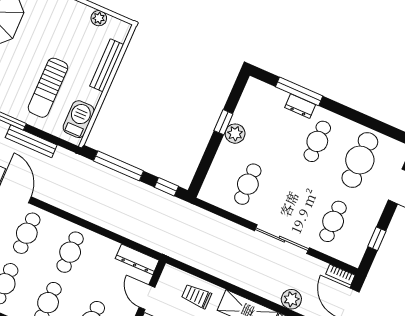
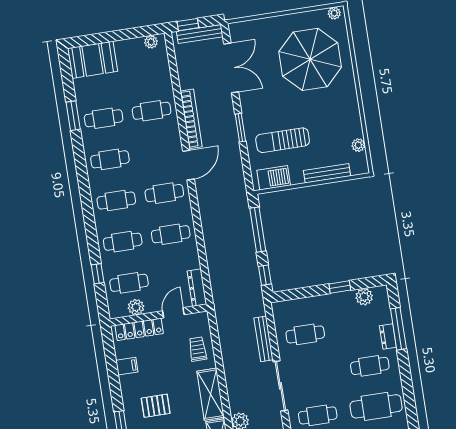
plant: (235, 134) -> (364, 297), moved
bench: (31, 141) -> (264, 339), moved

